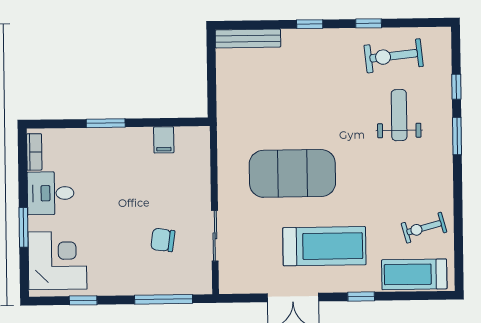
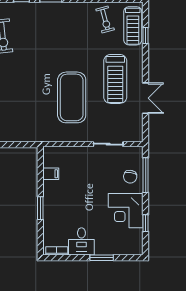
weight bench: (399, 115) -> (38, 33), removed
chair: (163, 240) -> (130, 177), moved
treadmill: (324, 246) -> (115, 79), turned 180
corner desk: (57, 261) -> (126, 211), moved, turned -90
window: (361, 297) -> (146, 35), moved

